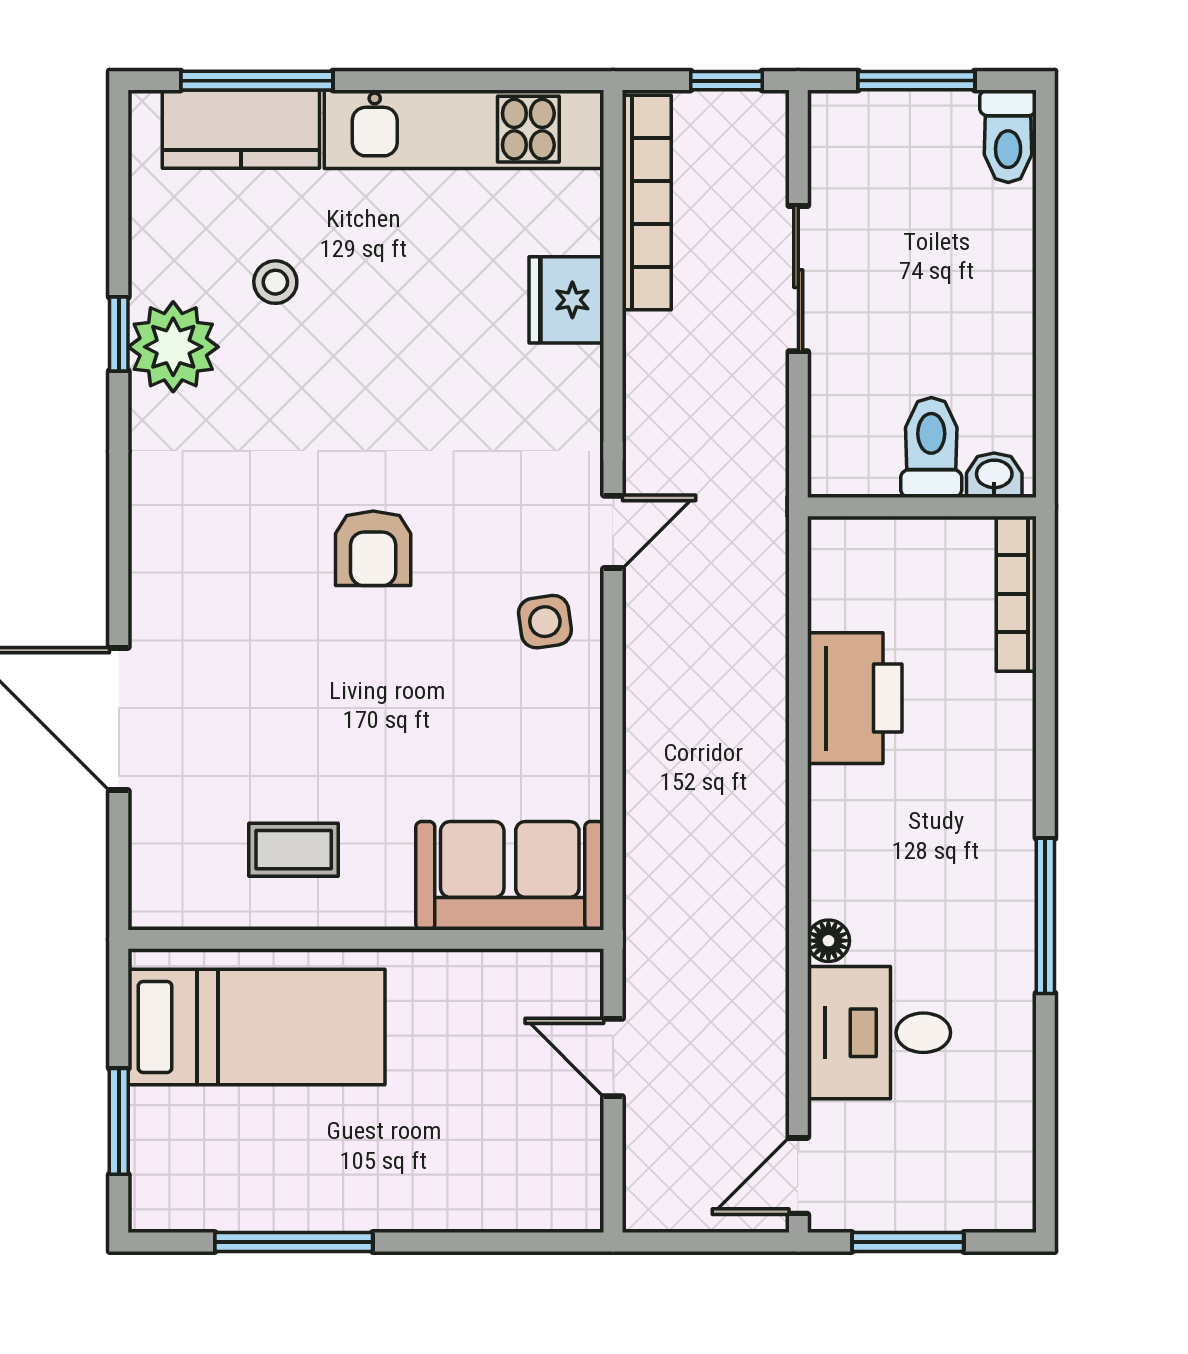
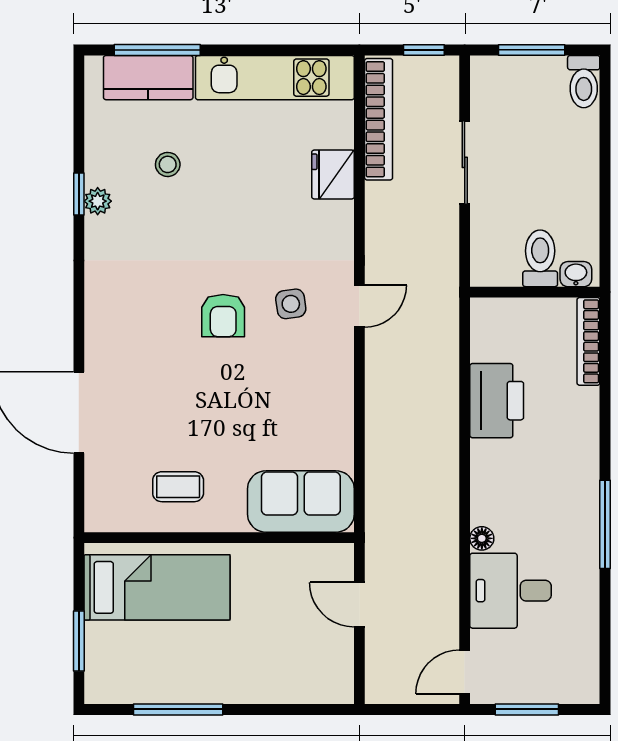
plant: (173, 347) -> (98, 201), width x0.53, depth x0.53
side table: (545, 622) -> (291, 304), moved

